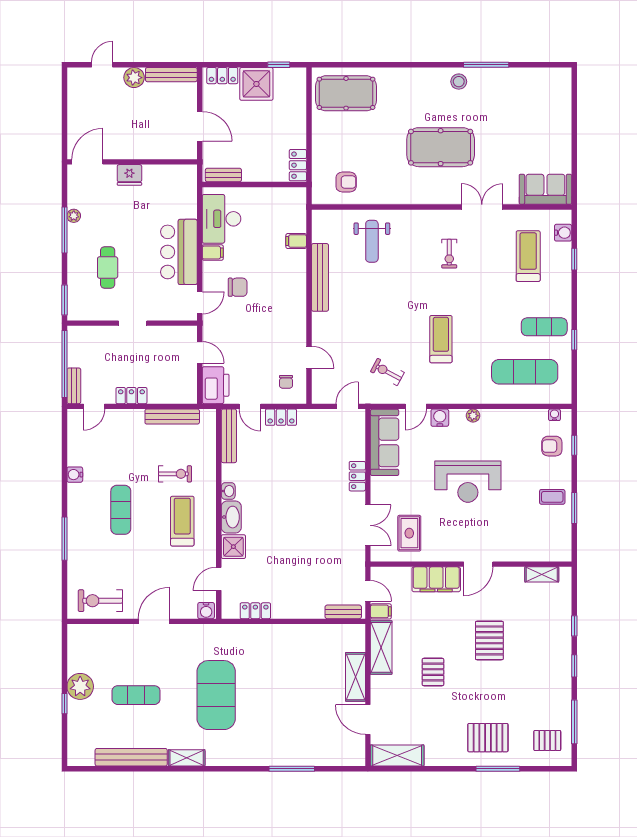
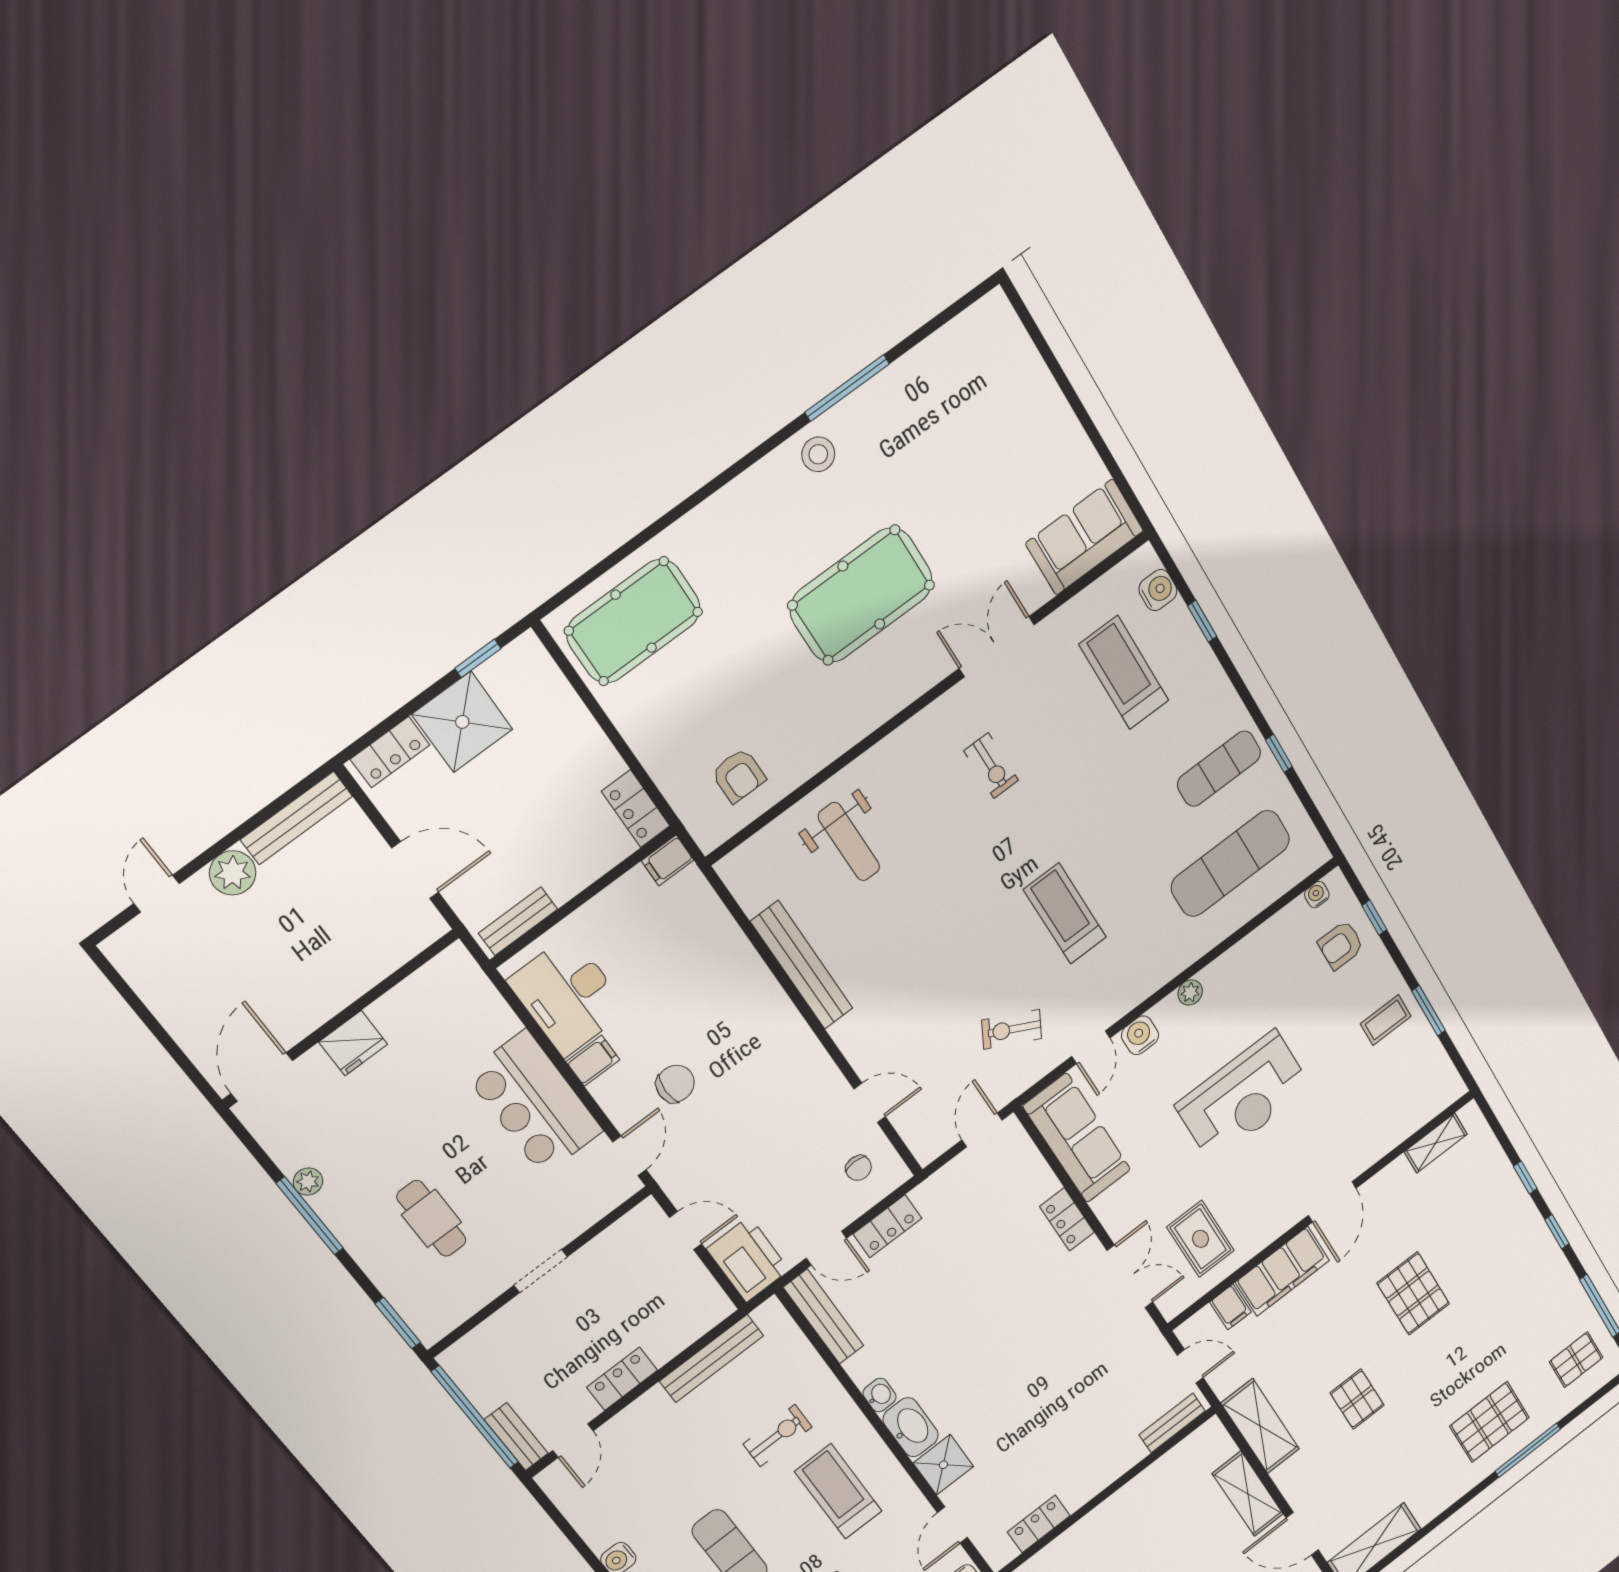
armchair: (346, 182) -> (739, 775), turned 90
filing cabinet: (296, 241) -> (668, 860), moved
filing cabinet: (381, 611) -> (1230, 1307), moved, turned 90

